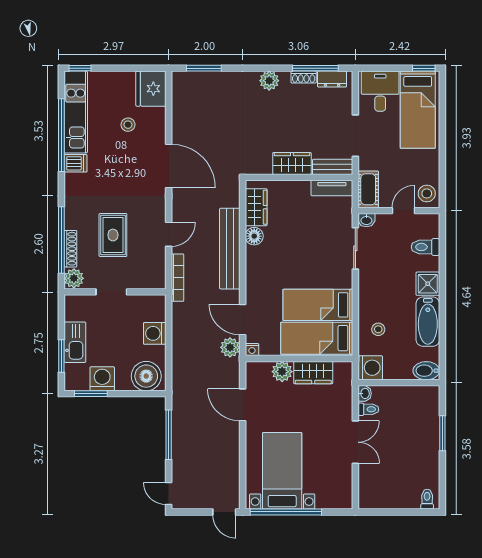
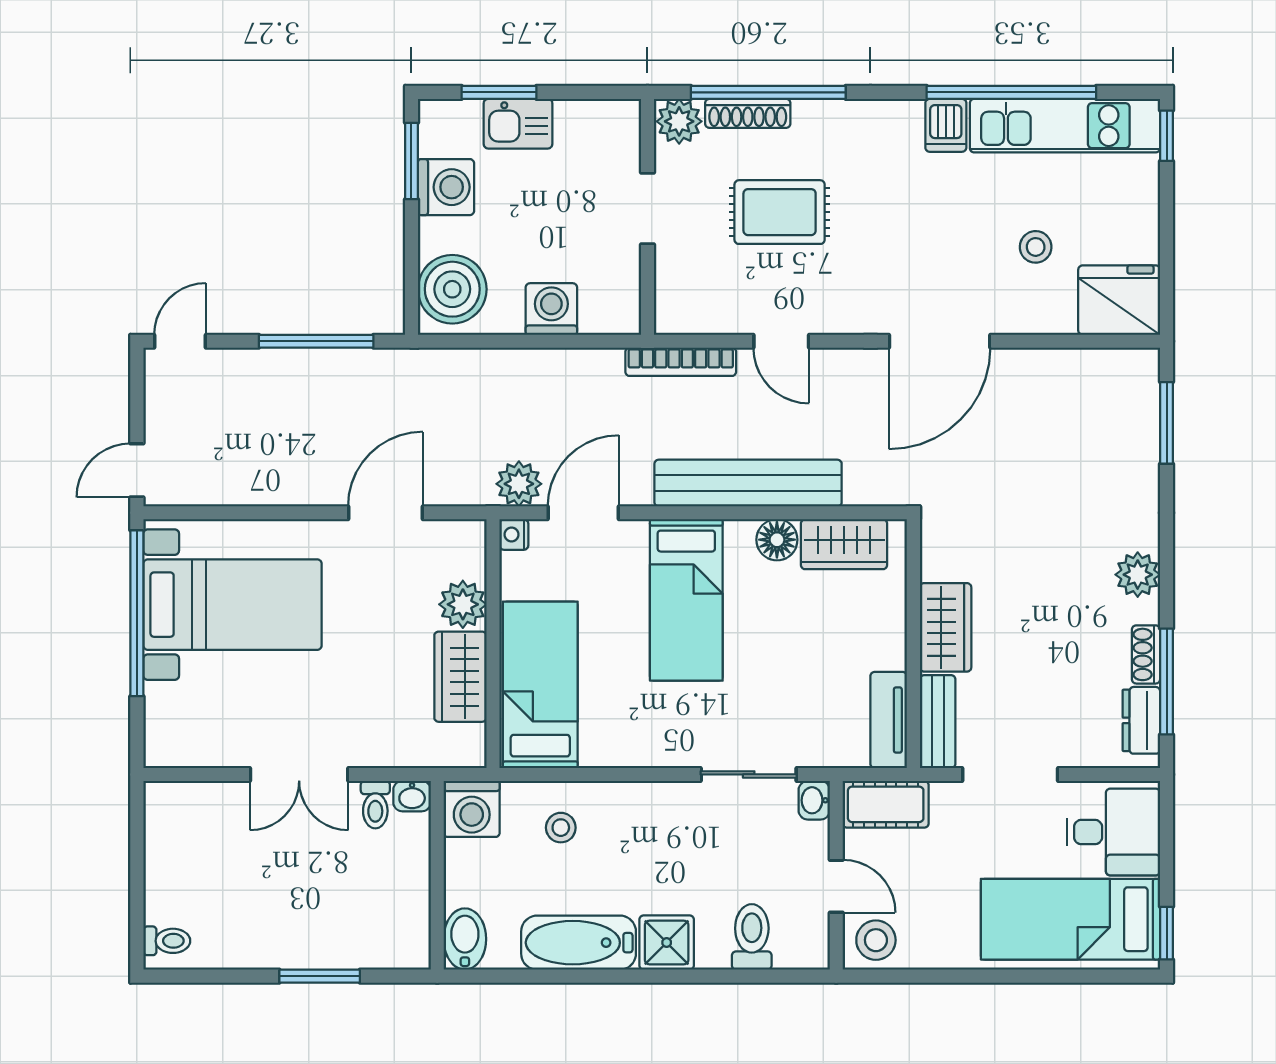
bed: (318, 305) -> (686, 600), moved, turned 180
kitchen sink: (75, 342) -> (518, 124), width x0.73

